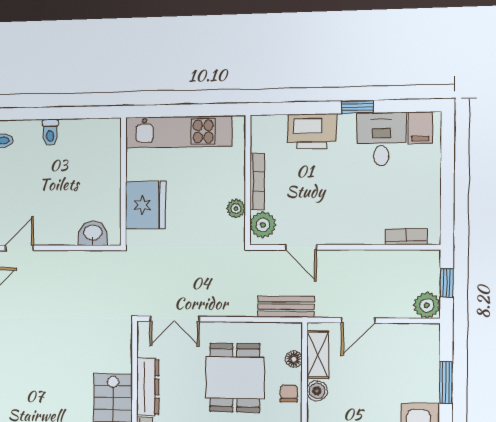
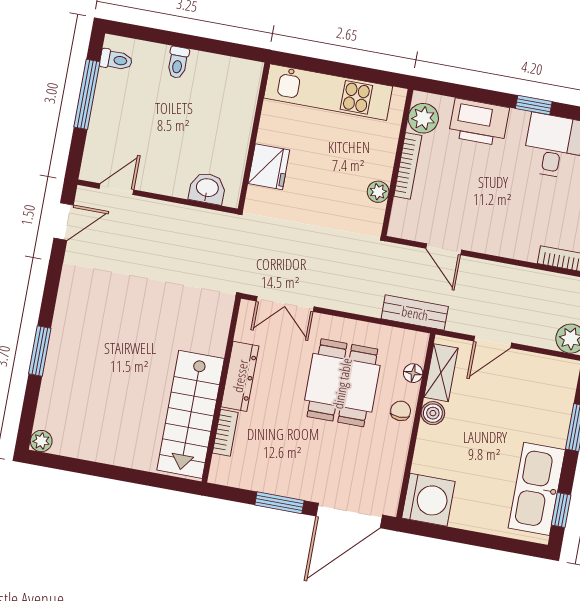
fridge: (145, 205) -> (269, 167), width x0.73, depth x0.75
plant: (263, 225) -> (423, 118), moved

